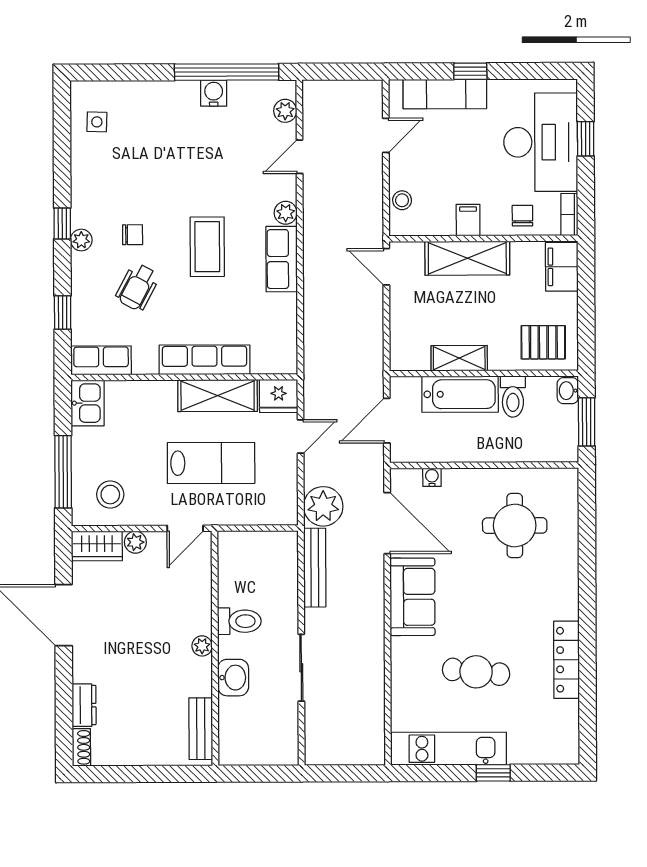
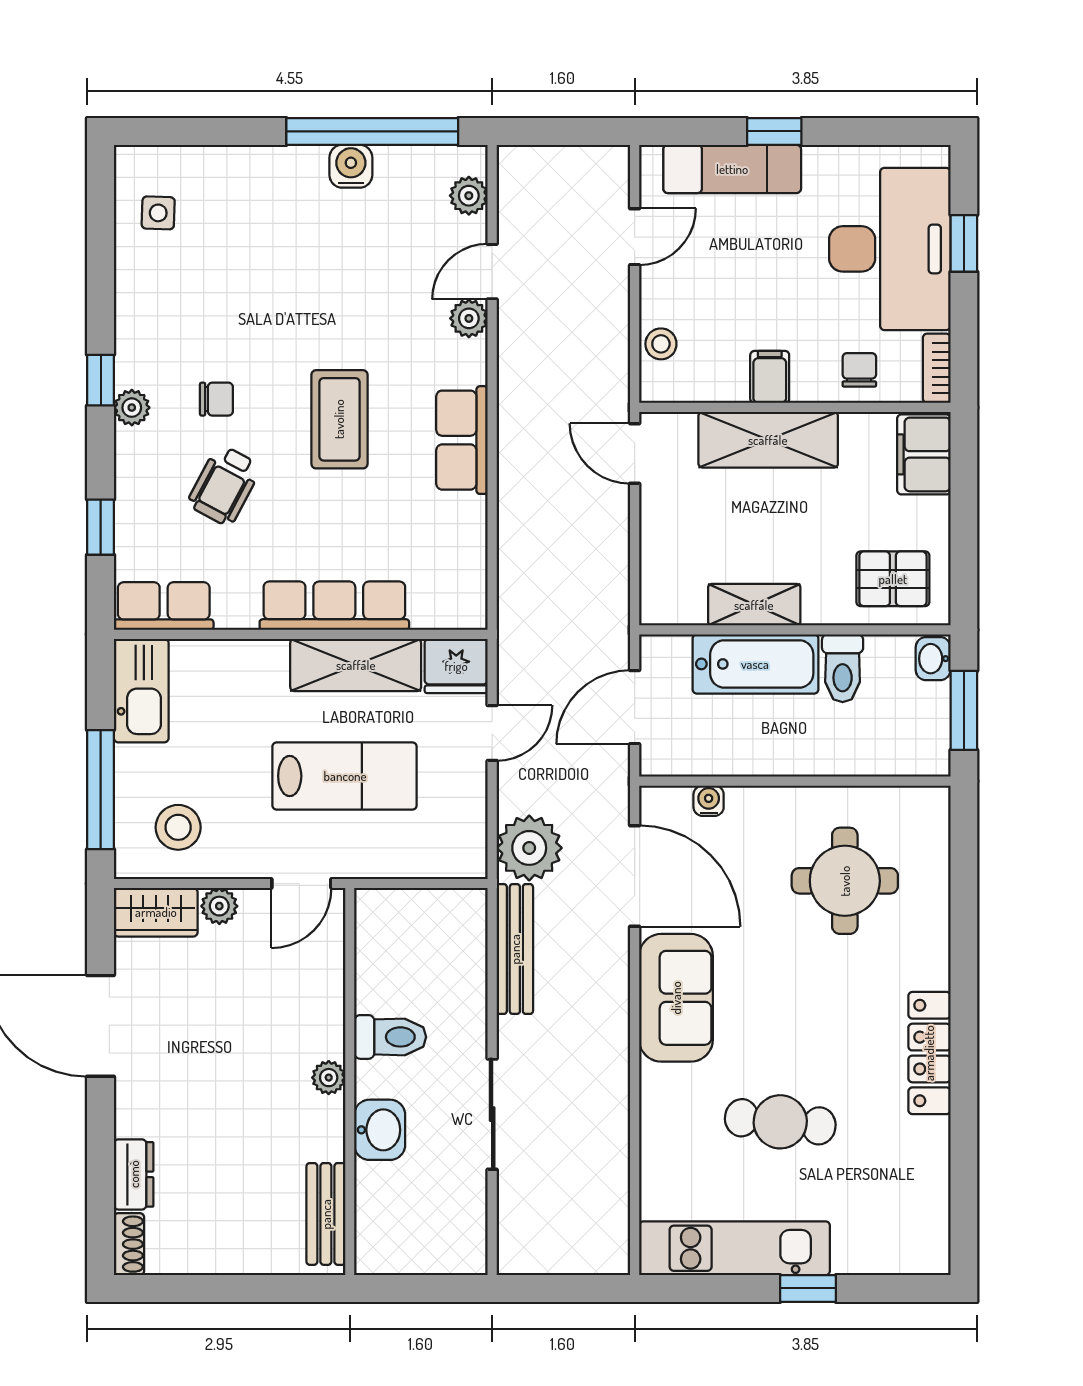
plant: (286, 213) -> (469, 318), moved
kitchen sink: (88, 403) -> (141, 691), width x1.38
locker: (567, 660) -> (929, 1053), moved

